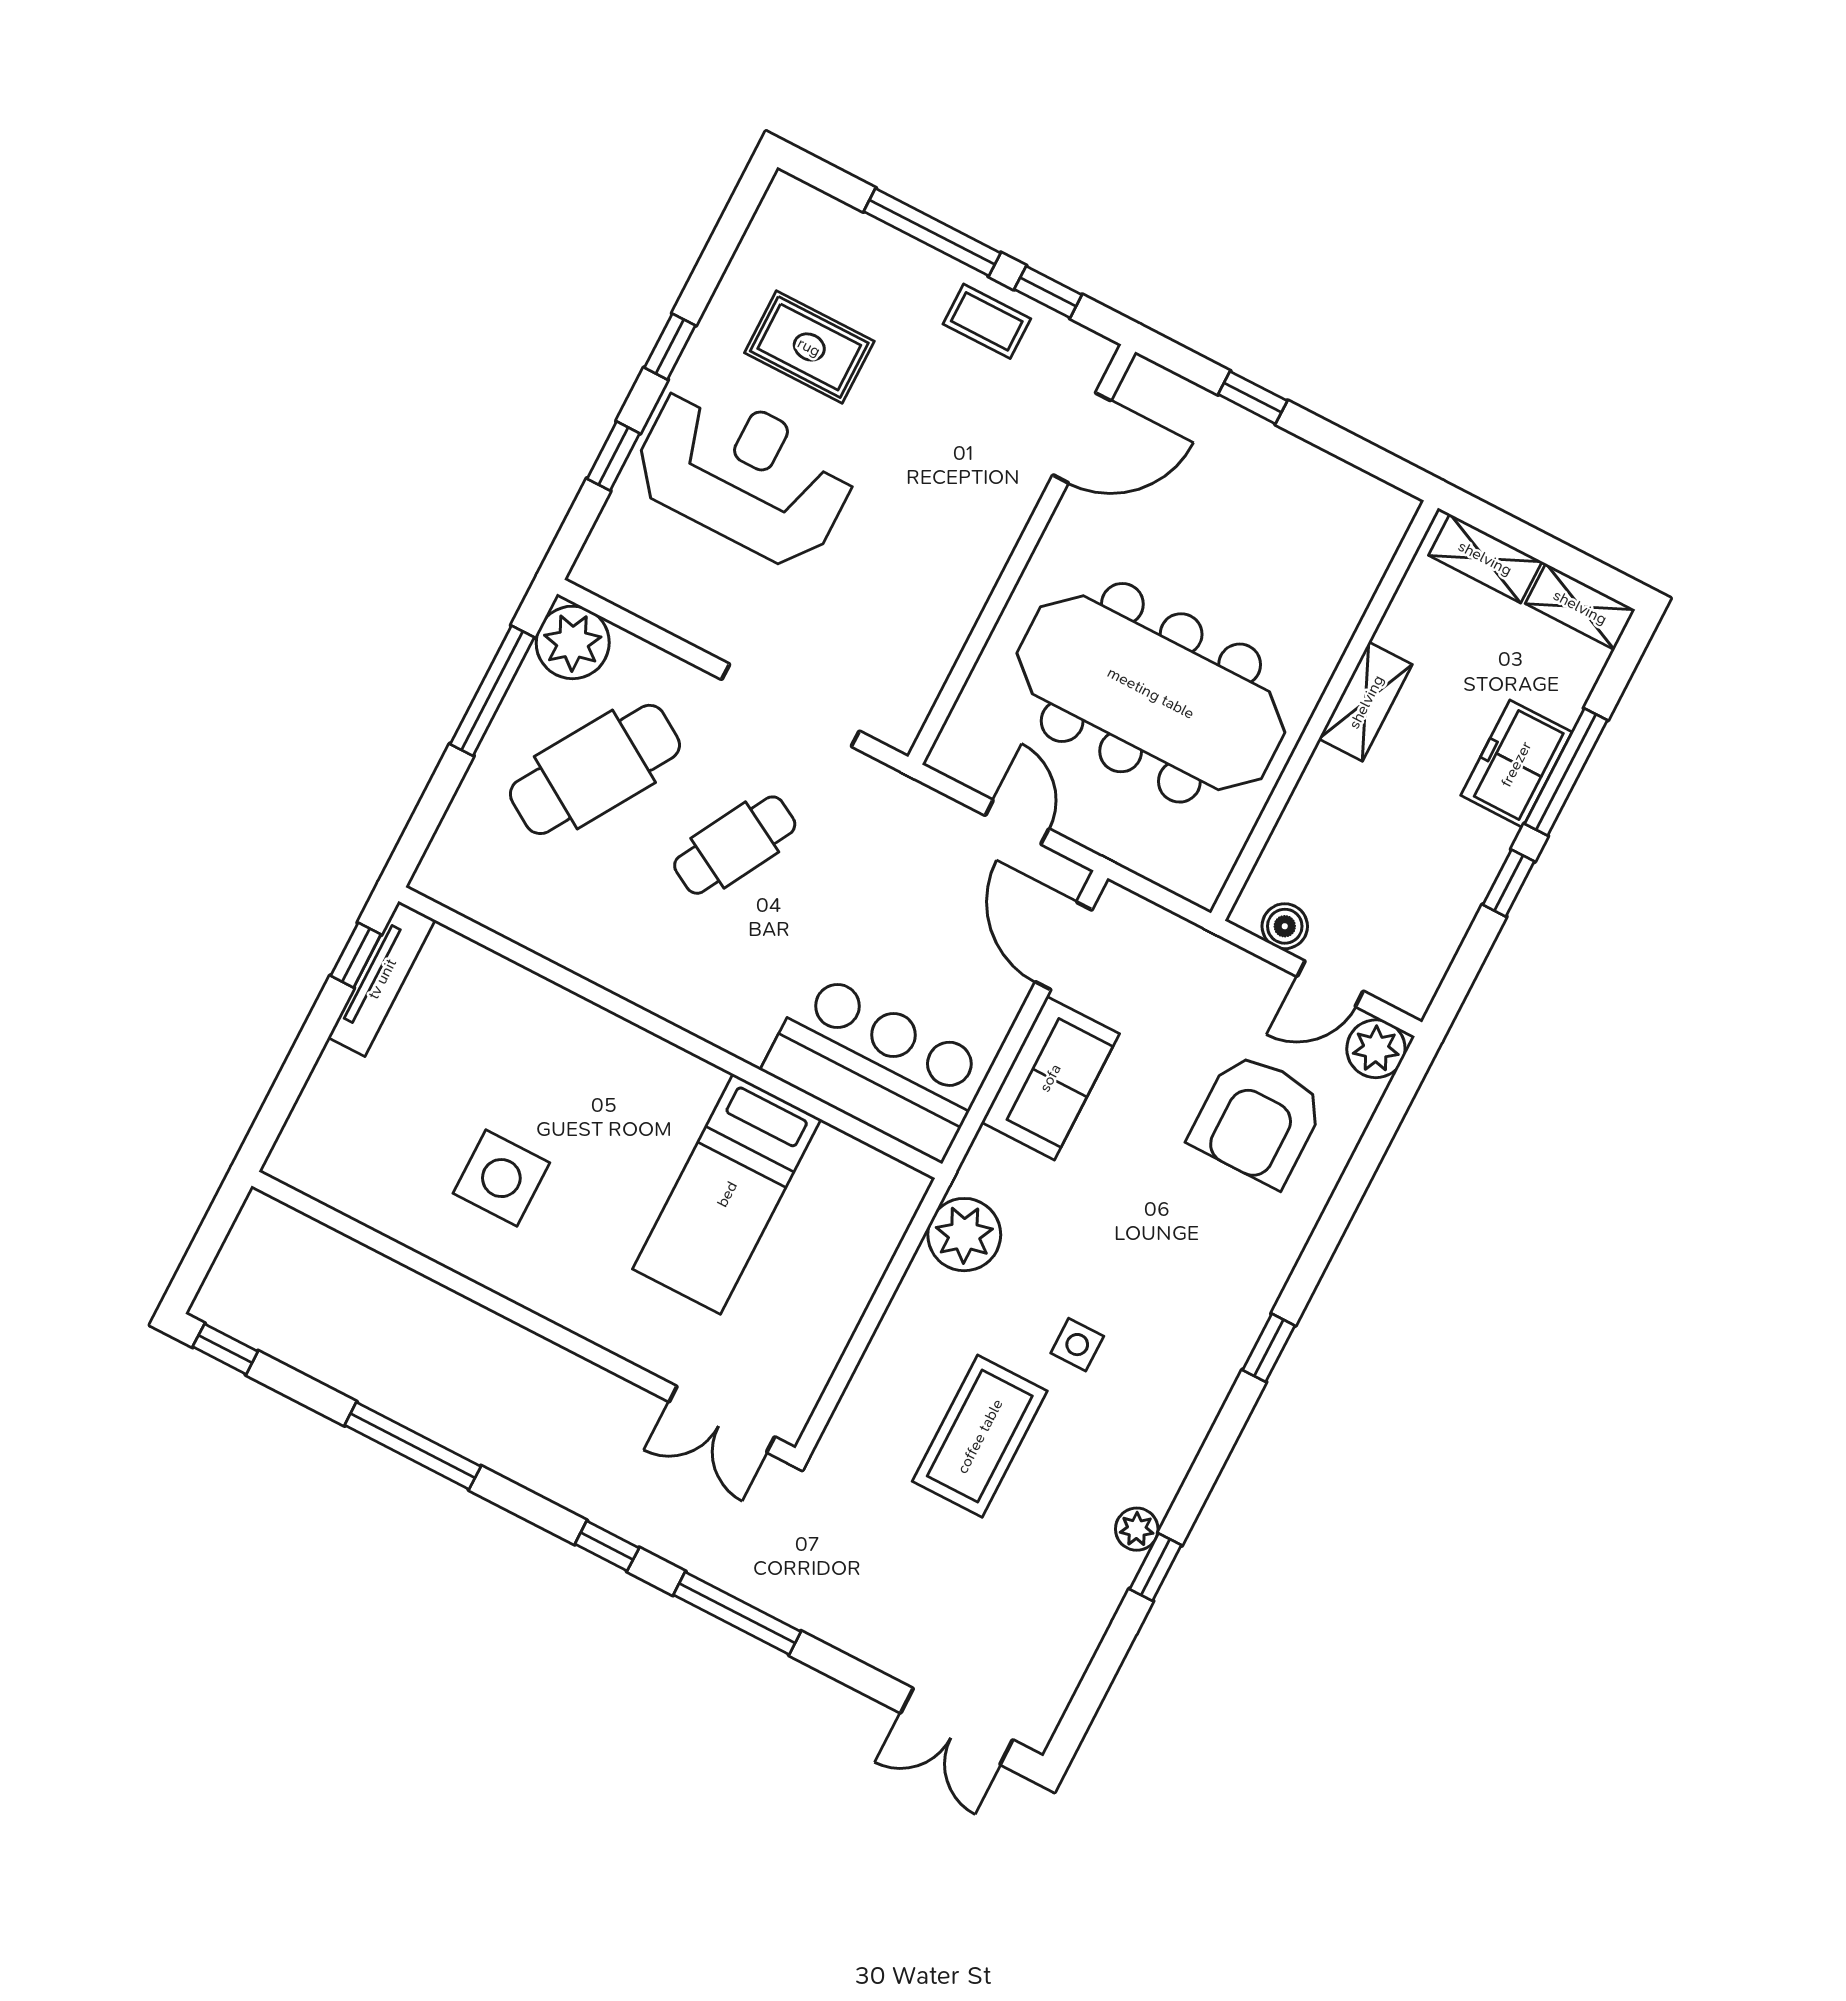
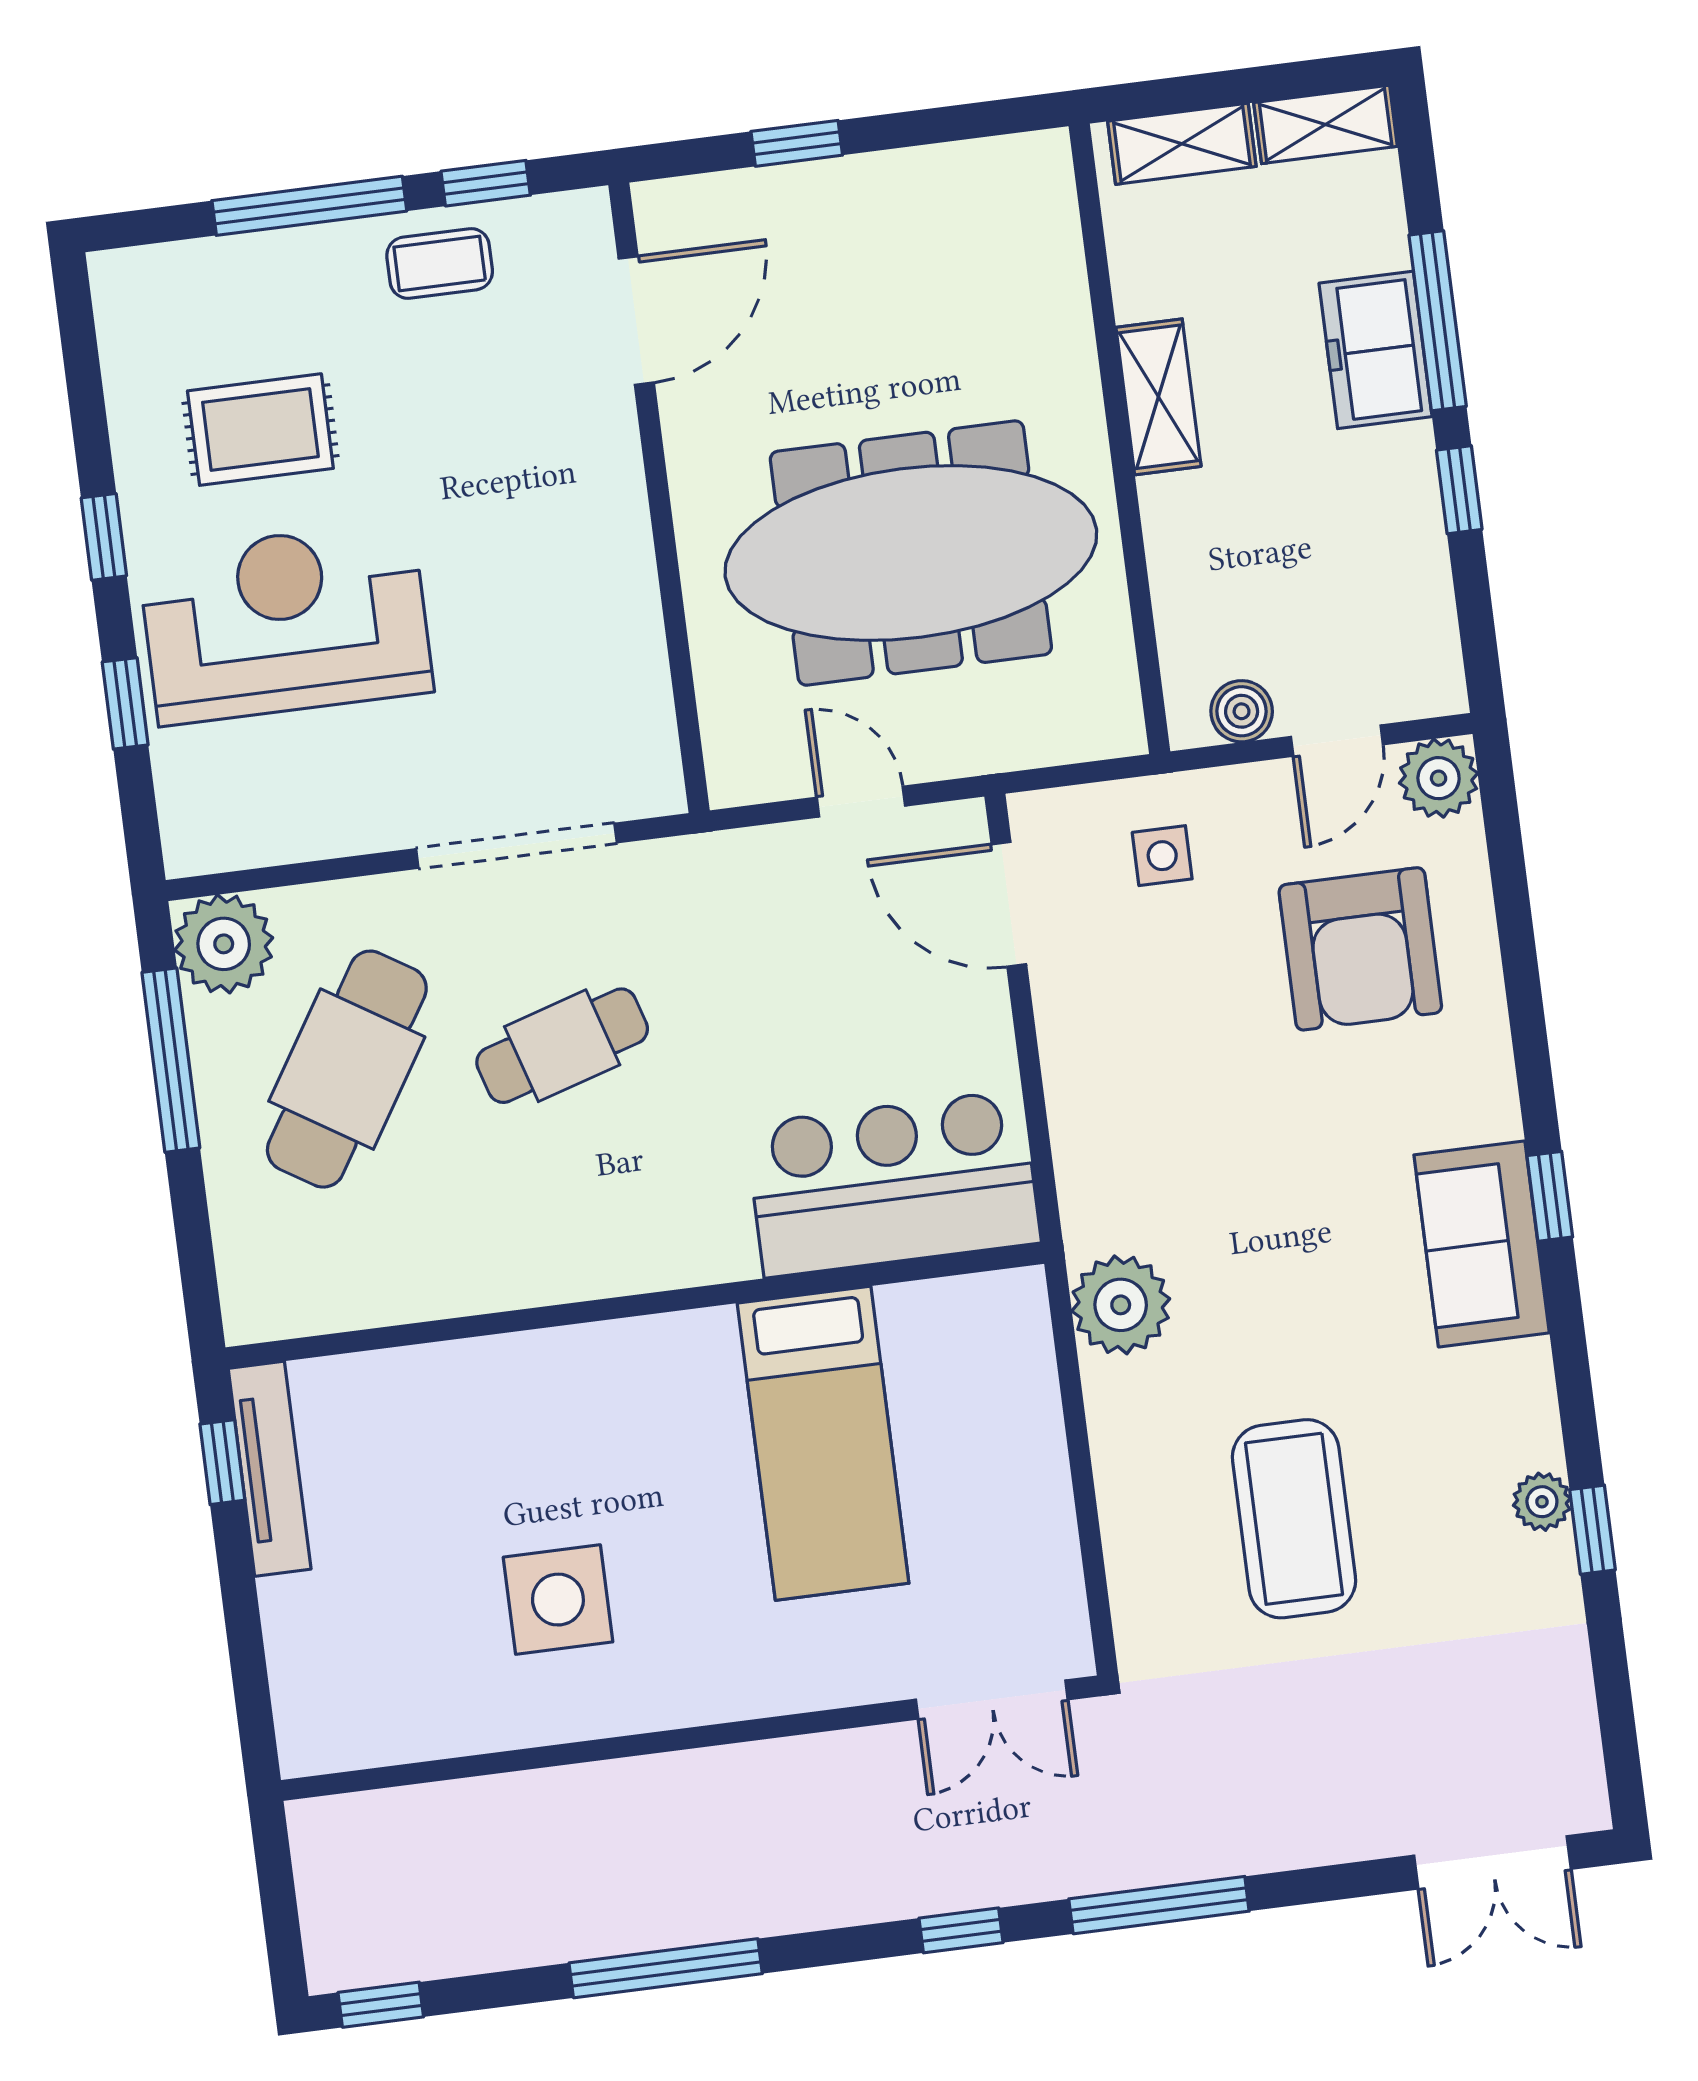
cafe table: (735, 845) -> (562, 1046), turned 44
sofa: (1050, 1078) -> (1482, 1244), moved, turned 180
side table: (1077, 1345) -> (1162, 856), moved

